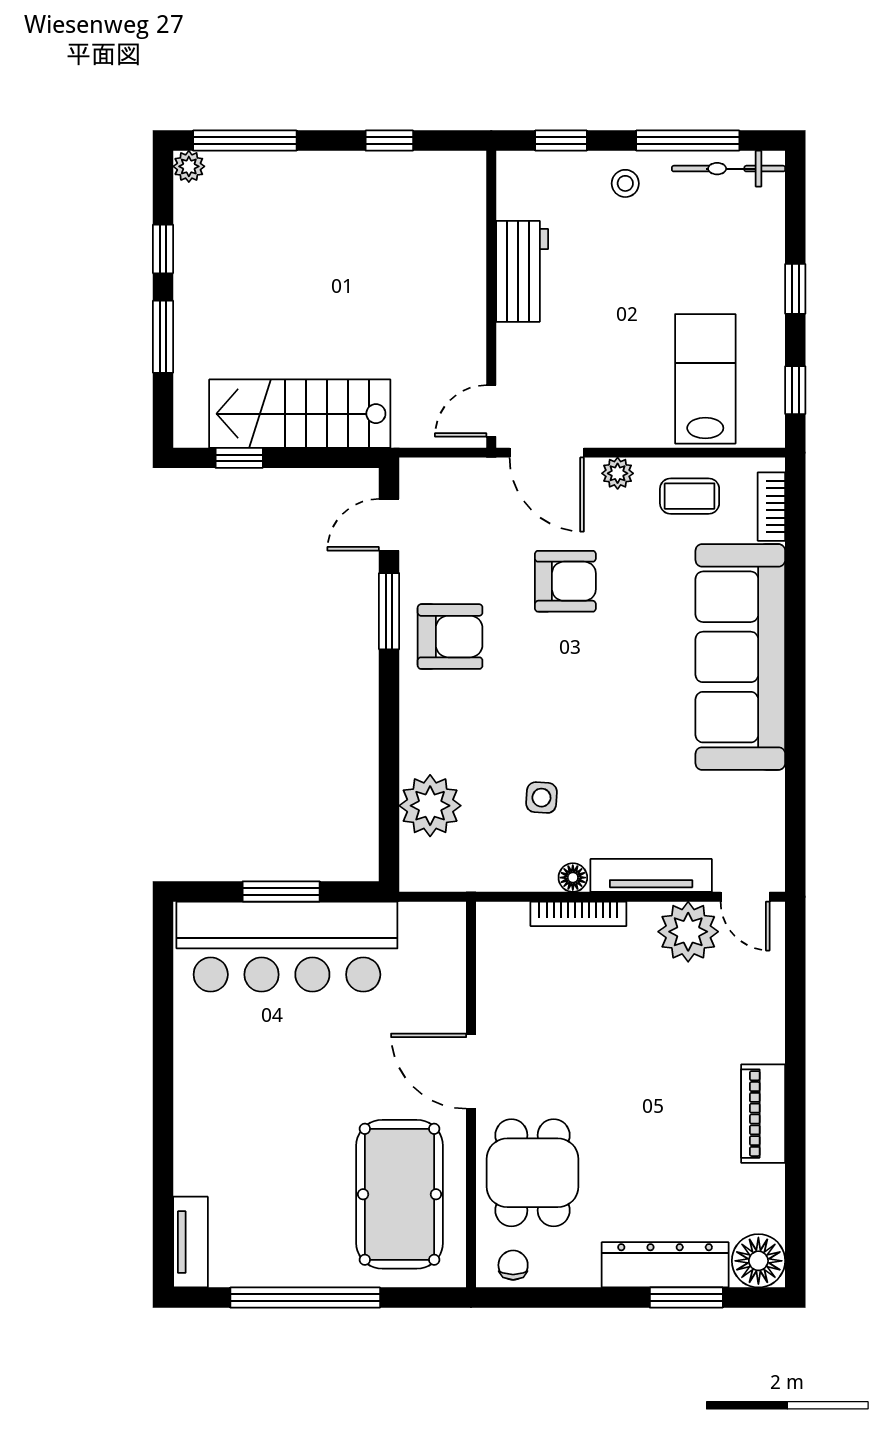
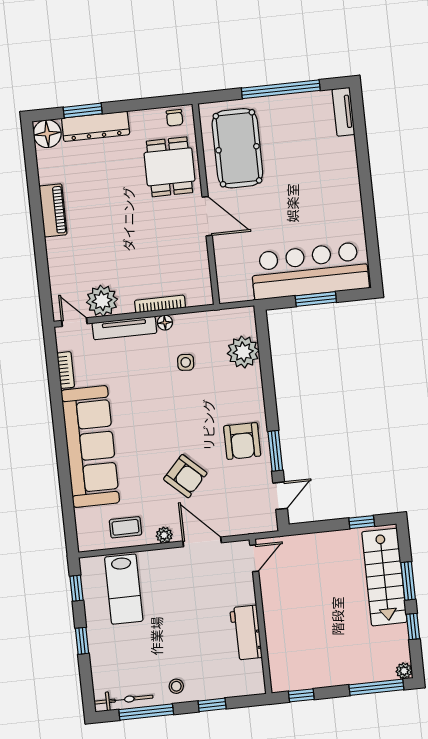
workbench: (522, 271) -> (246, 633), moved
wall: (491, 299) -> (261, 616), moved
door: (491, 411) -> (254, 558), moved
stairs: (300, 414) -> (384, 577), moved, turned 90
bookcase: (771, 507) -> (66, 370), moved
armchair: (565, 581) -> (185, 476), turned -137
armchair: (450, 637) -> (242, 441), turned -90

